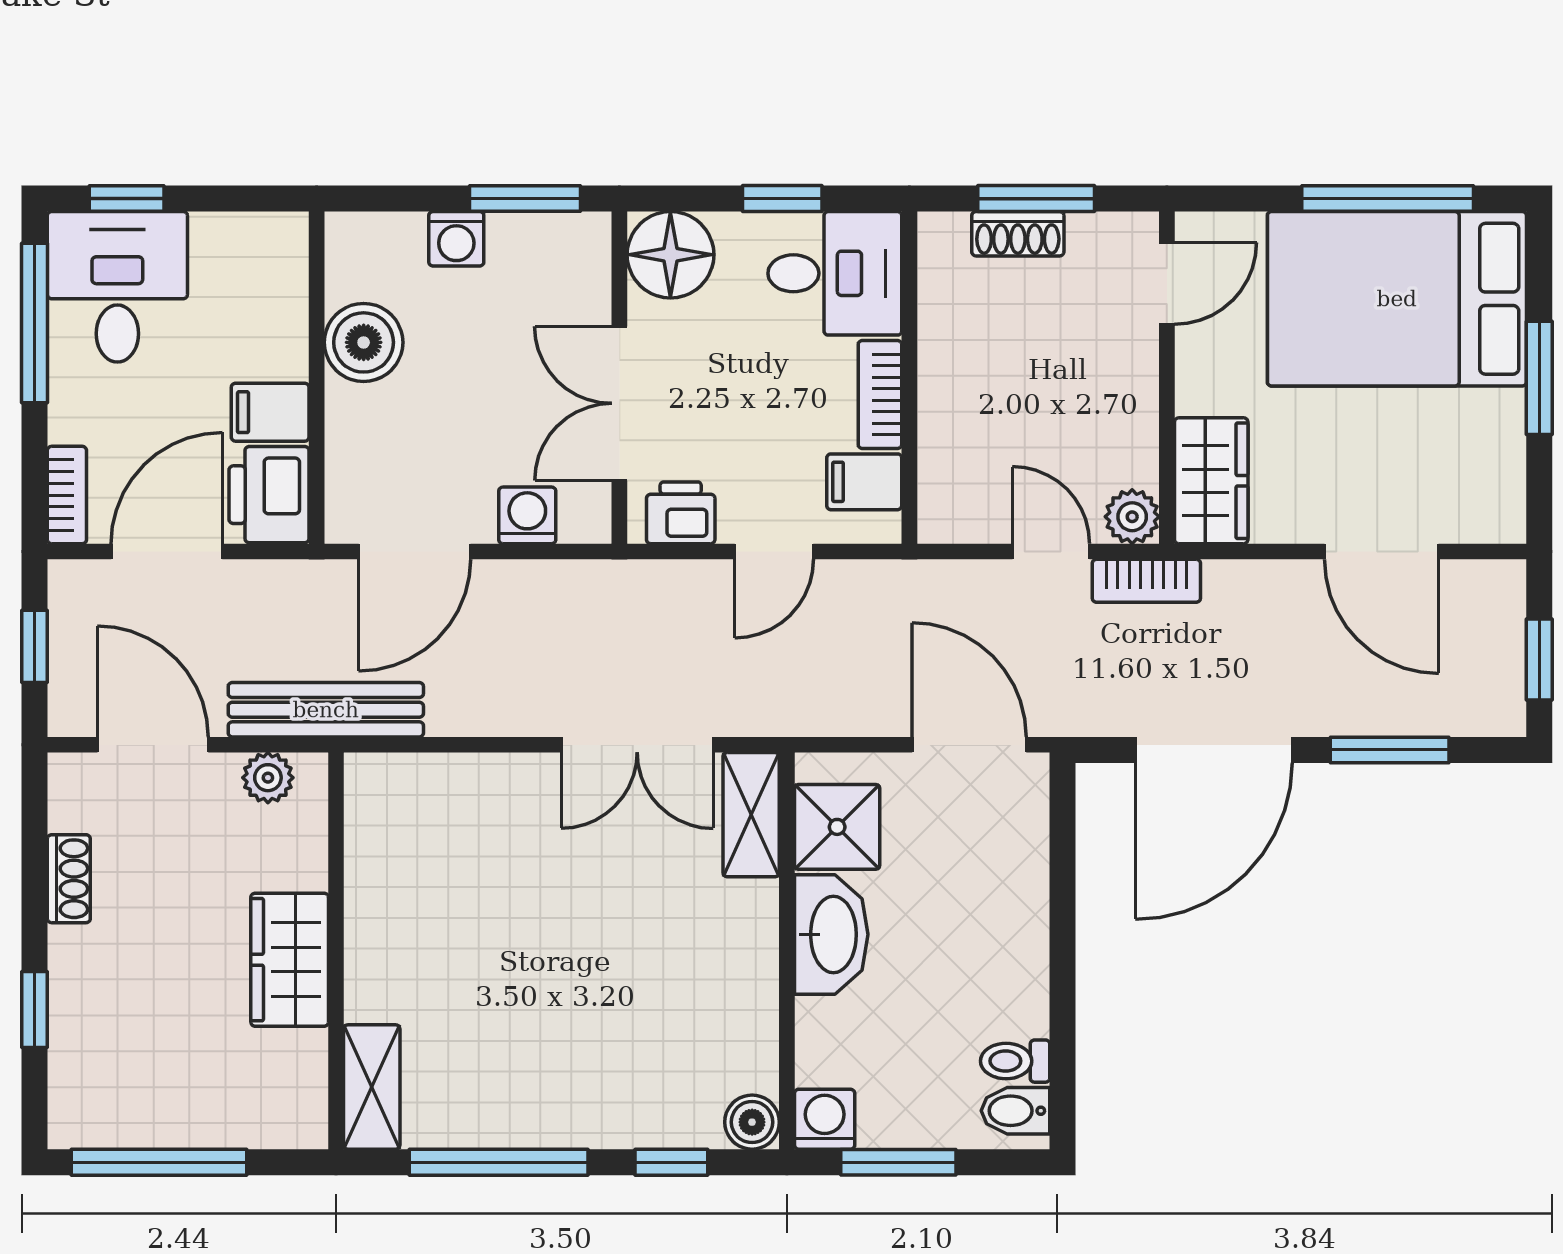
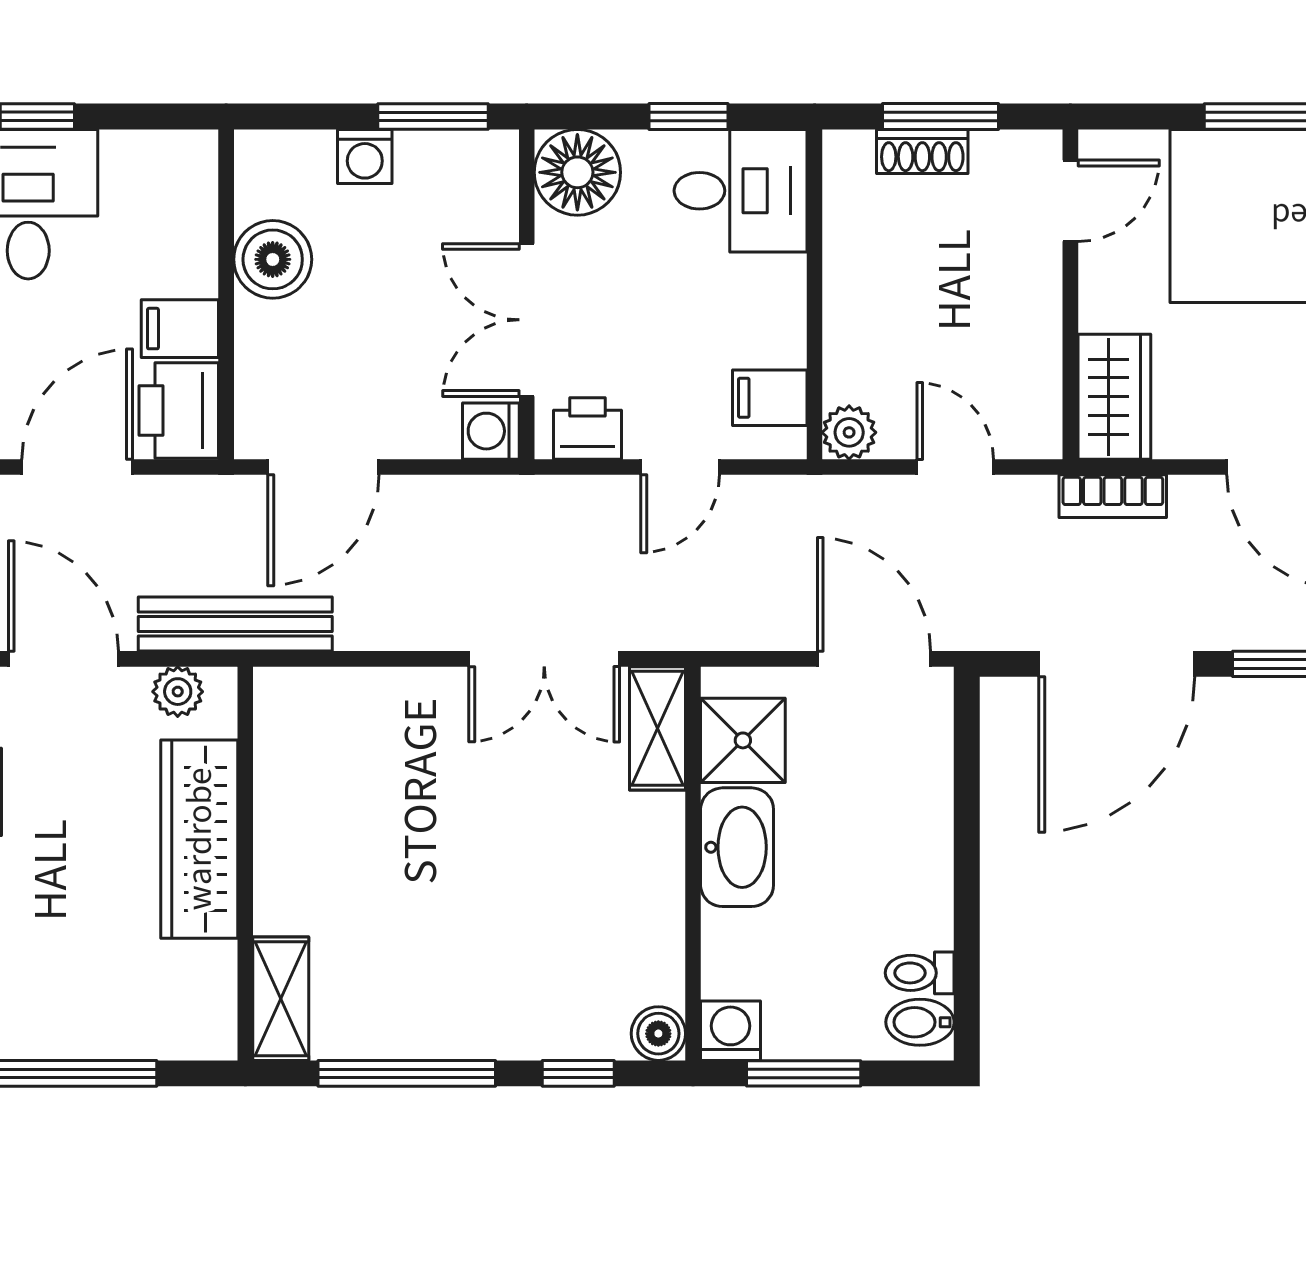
bookcase: (880, 394) -> (785, 311), removed
washing machine: (527, 515) -> (491, 431), moved, turned -90
plant: (1132, 517) -> (849, 432), moved
bookcase: (1146, 581) -> (1113, 496), moved
wardrobe: (290, 960) -> (199, 839), width x1.50

